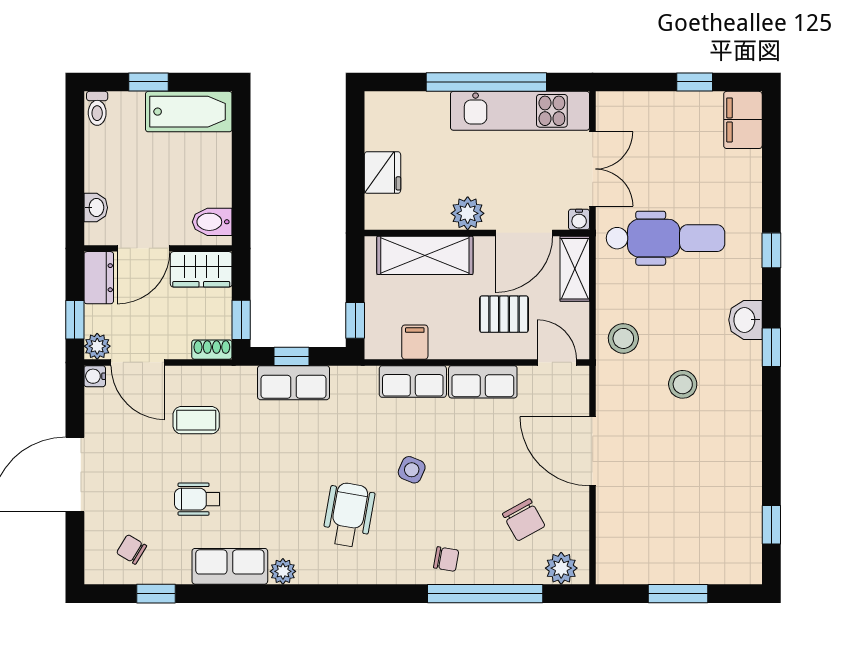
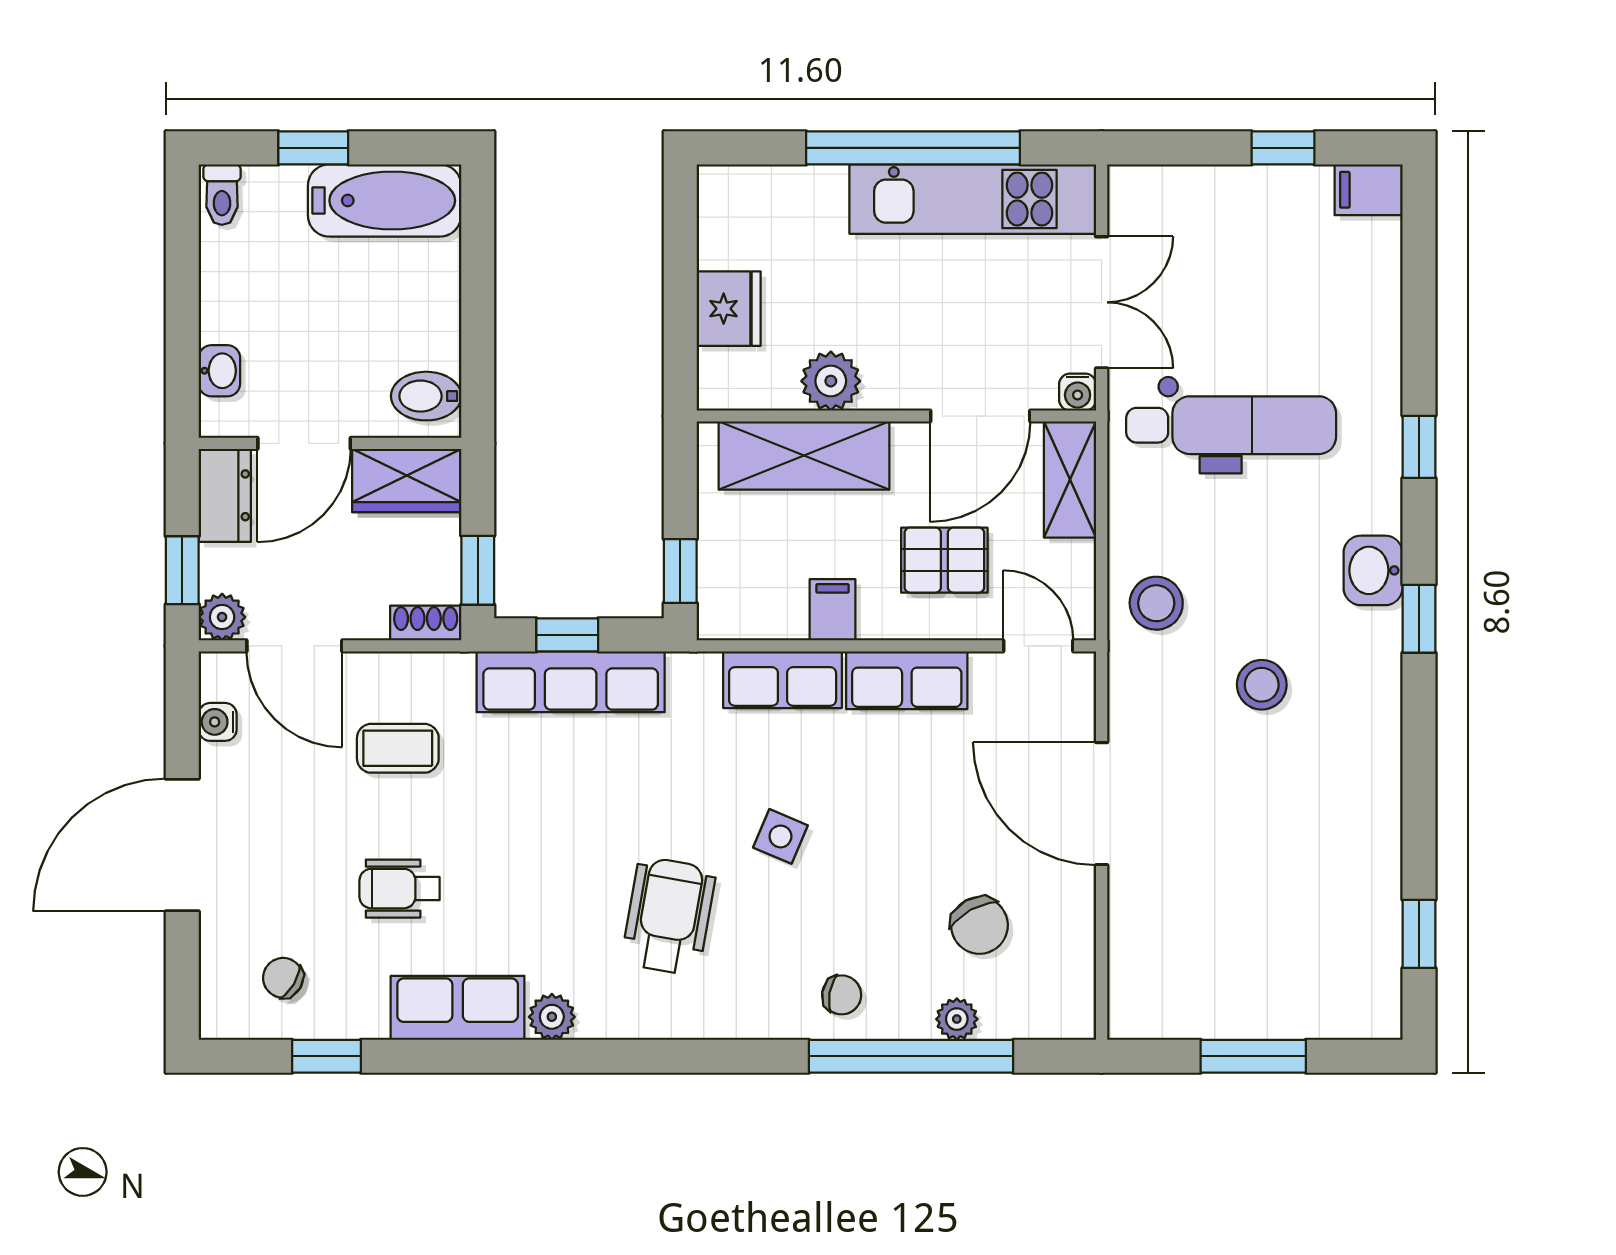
filing cabinet: (743, 120) -> (1369, 190), width x0.50
plant: (468, 213) -> (831, 381), moved
filing cabinet: (415, 342) -> (833, 610), moved
water cooler: (95, 376) -> (218, 722), moved
row of seats: (294, 383) -> (571, 682), width x1.48
plant: (561, 568) -> (957, 1019), moved, width x0.73, depth x0.73

